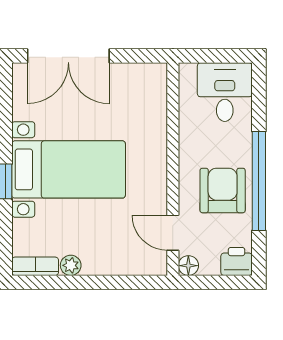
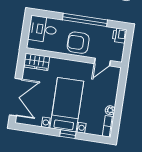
wardrobe: (152, 90) -> (36, 62), added
armchair: (223, 190) -> (78, 43), moved
floor lamp: (188, 266) -> (118, 57), removed

